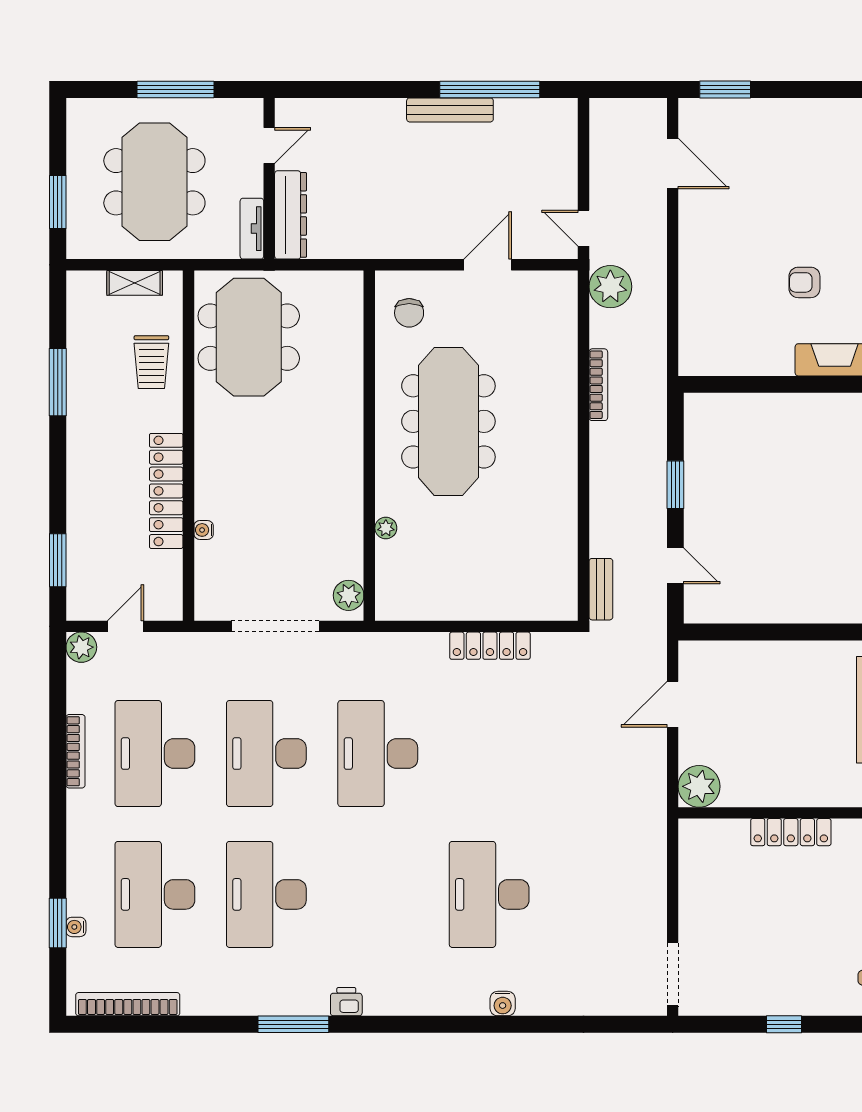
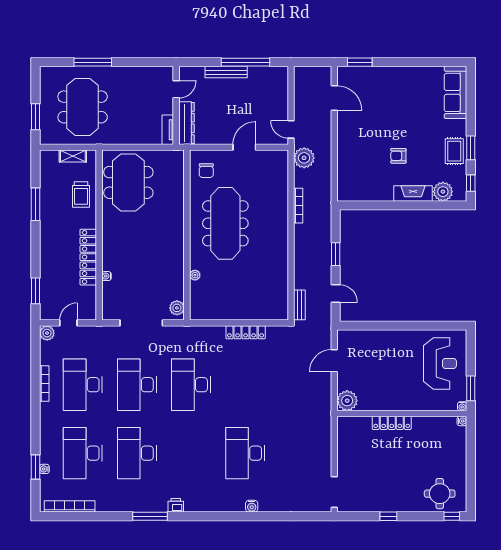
door: (269, 146) -> (176, 89), moved
wall: (269, 178) -> (176, 105), moved
dresser: (291, 215) -> (186, 123), moved
tv unit: (252, 229) -> (168, 130), moved

